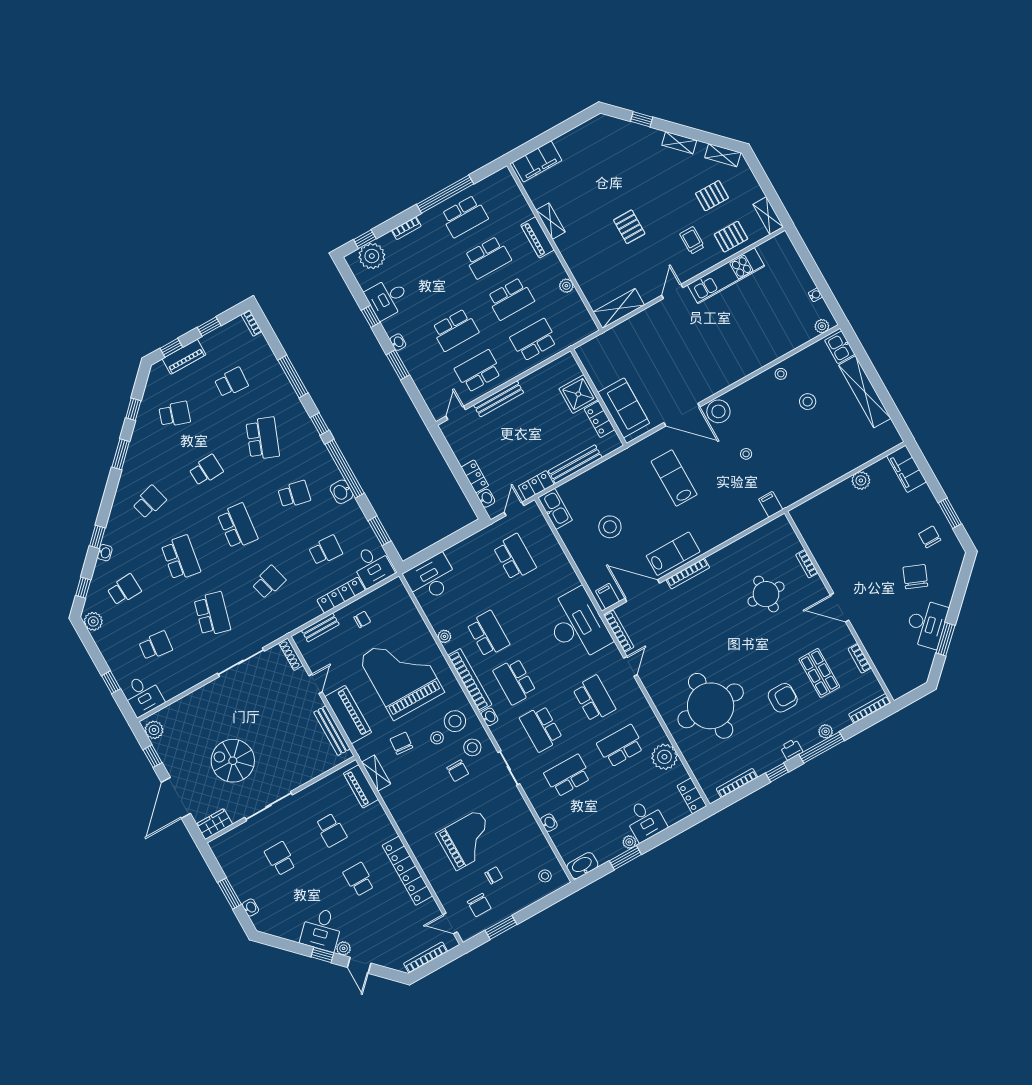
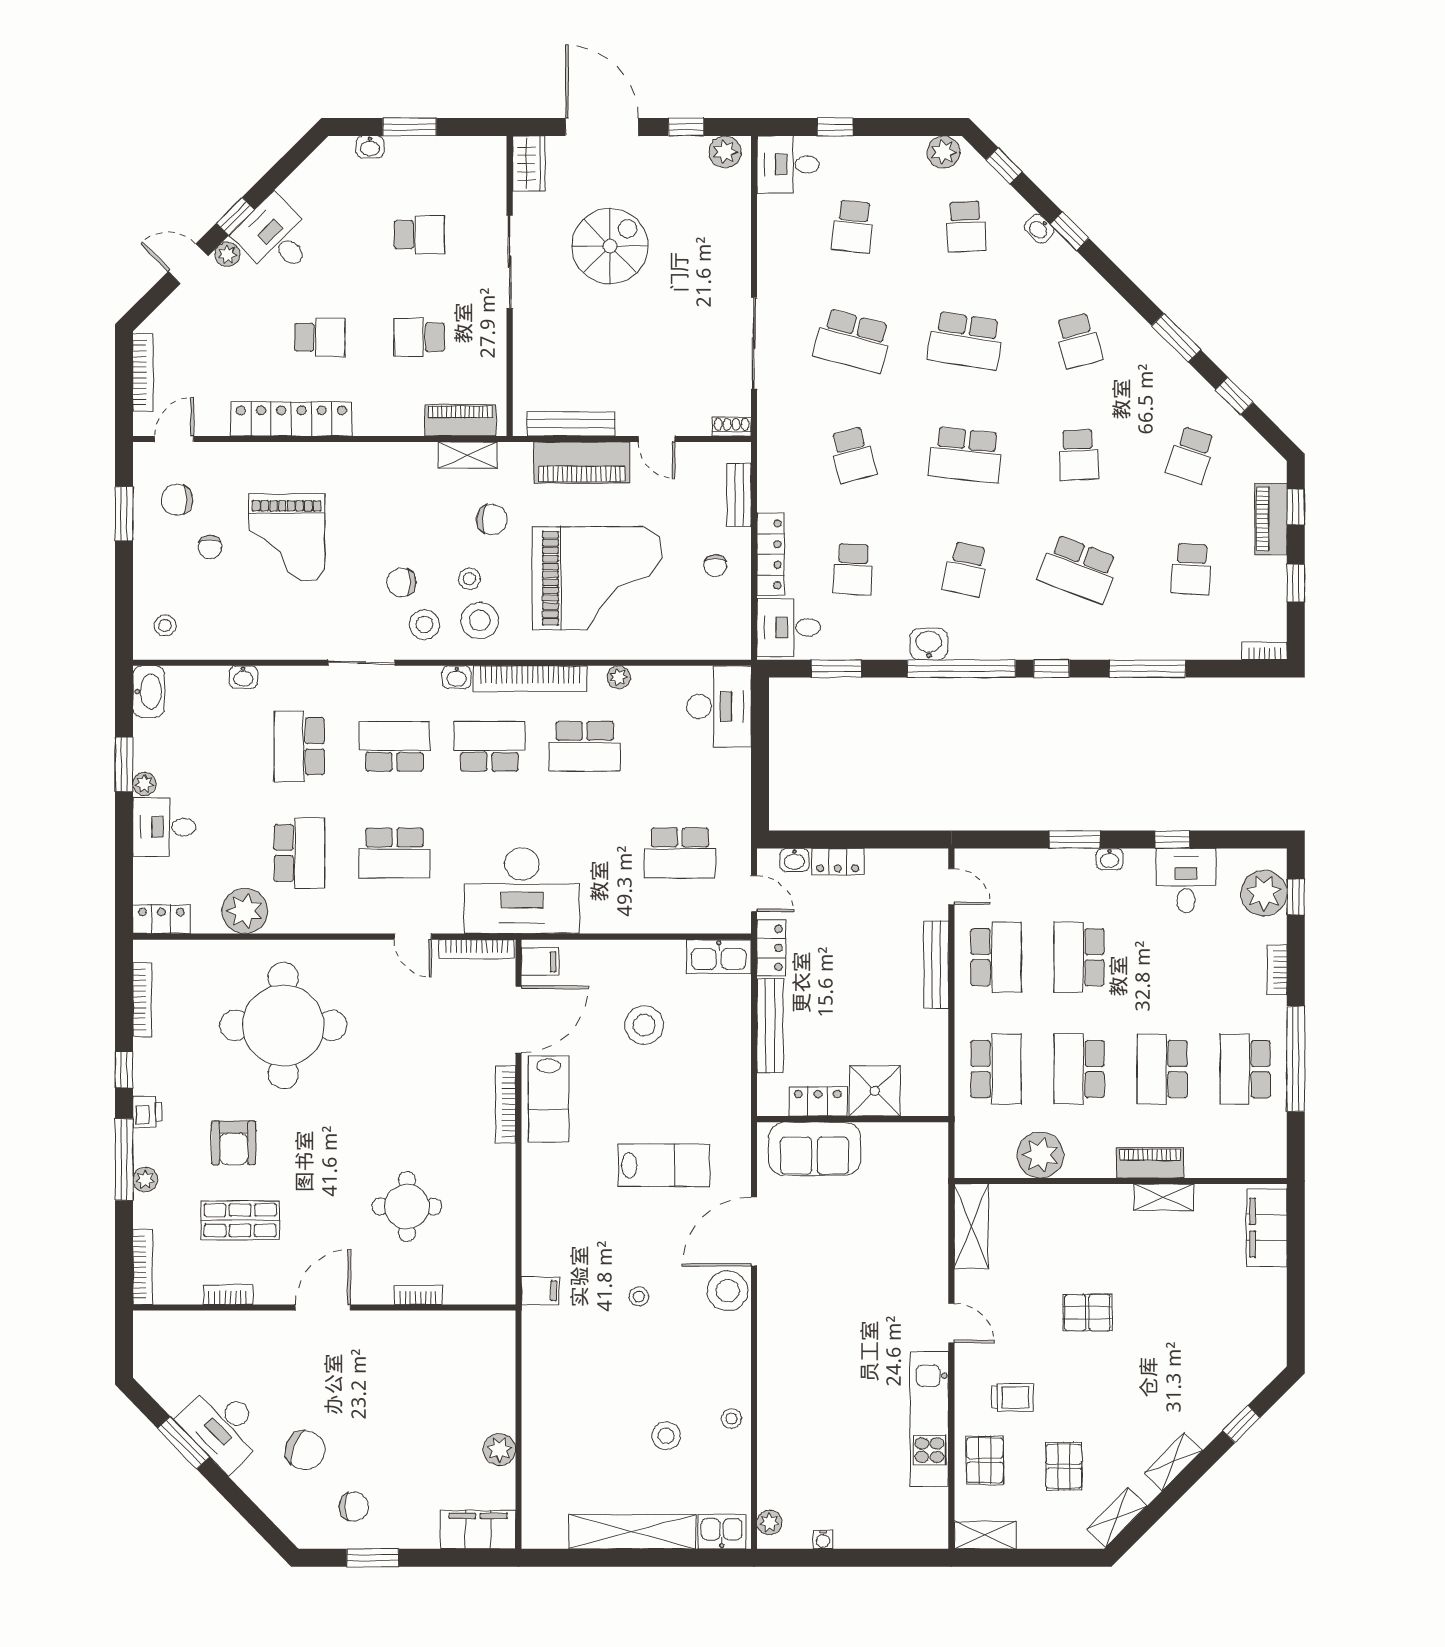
plant: (566, 286) -> (1040, 1155), width x1.87, depth x1.87
shoe rack: (291, 654) -> (732, 427), width x0.70
school desk: (568, 776) -> (299, 746), turned 180

